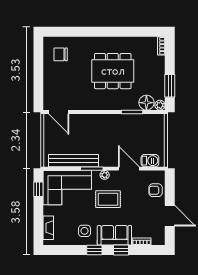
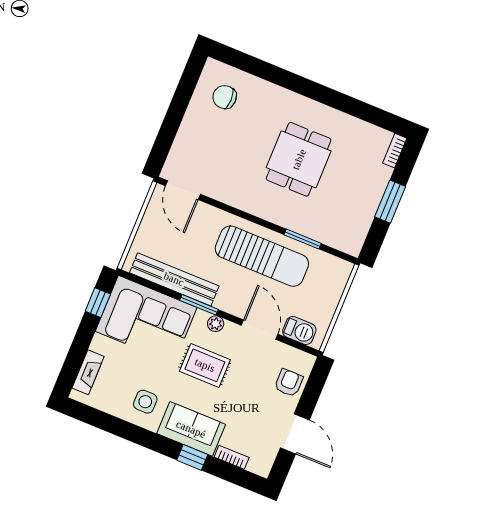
dining table: (113, 71) -> (299, 159), width x0.73
window: (170, 86) -> (390, 202), moved
floor lamp: (146, 103) -> (333, 234), removed
plant: (160, 105) -> (353, 247), removed
sun lounger: (114, 130) -> (262, 256), added
armchair: (156, 190) -> (289, 383), turned 90
window: (94, 250) -> (149, 440), removed

